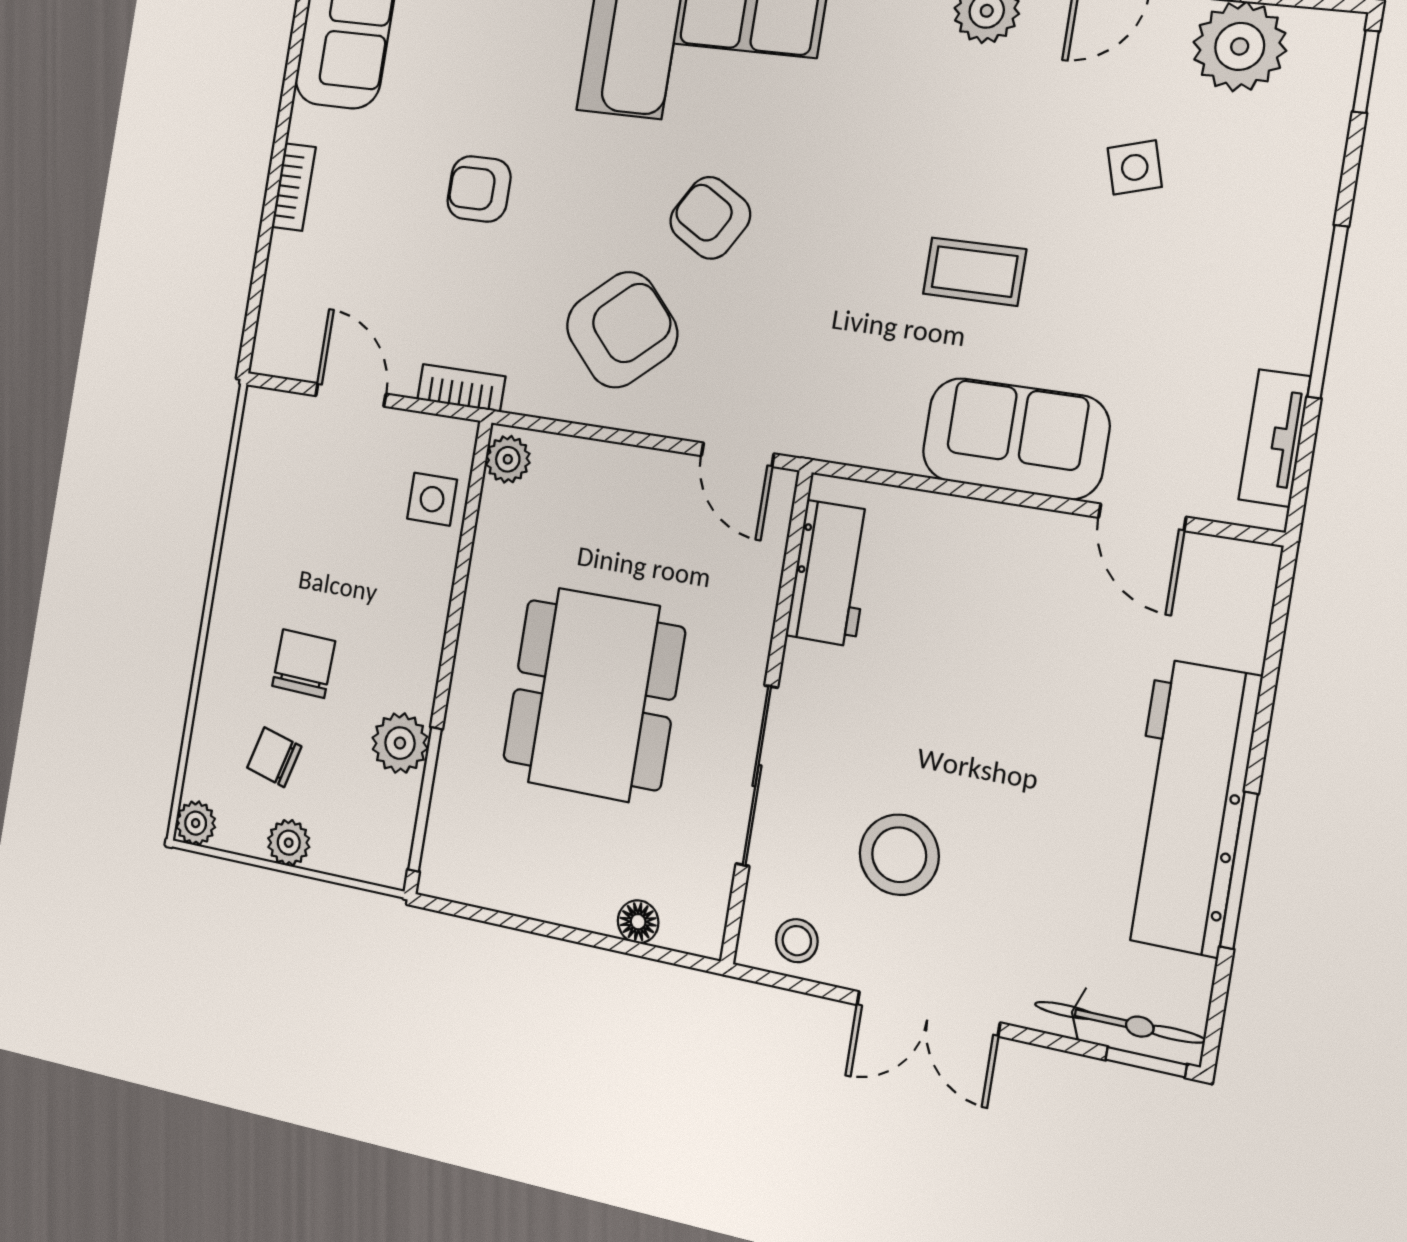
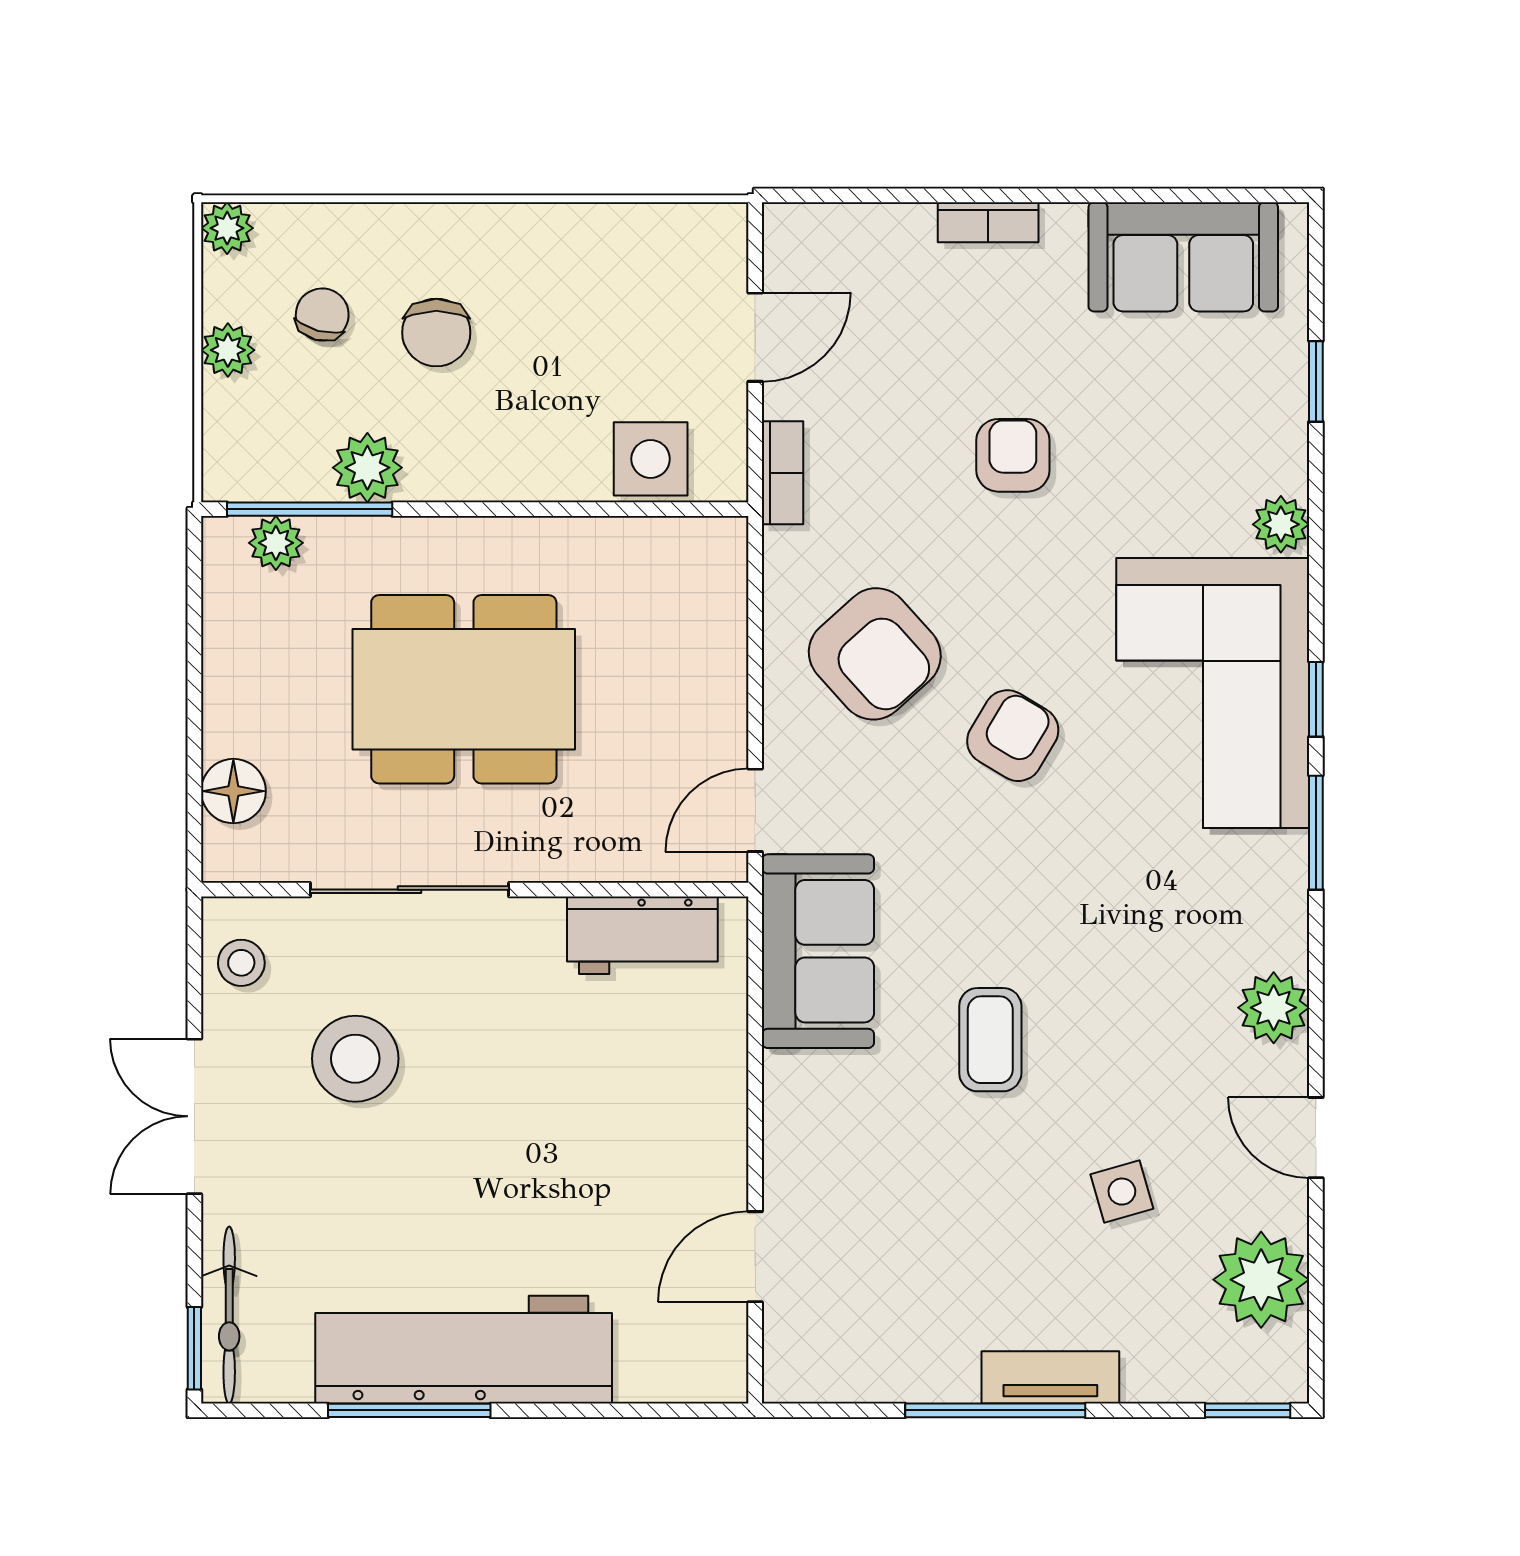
tv unit: (1274, 438) -> (1050, 1377), moved
sofa: (1016, 439) -> (818, 951), moved
plant: (508, 459) -> (276, 543), moved
side table: (432, 499) -> (651, 459), width x1.37, depth x1.37
chair: (304, 664) -> (436, 333), turned 88
floor lamp: (638, 922) -> (233, 791), width x1.37, depth x1.37

